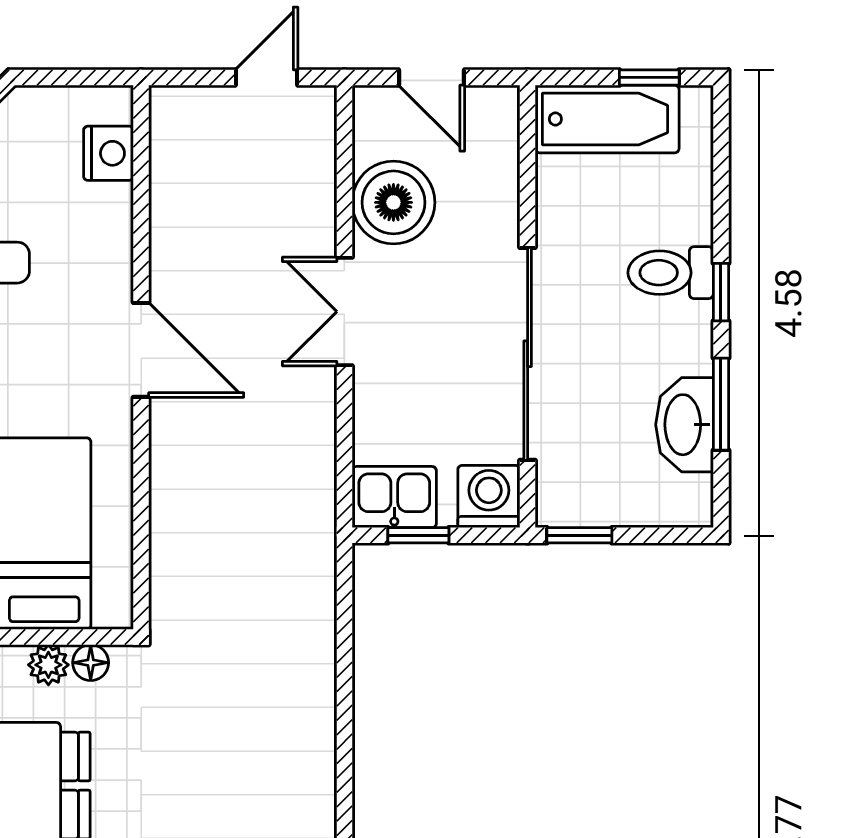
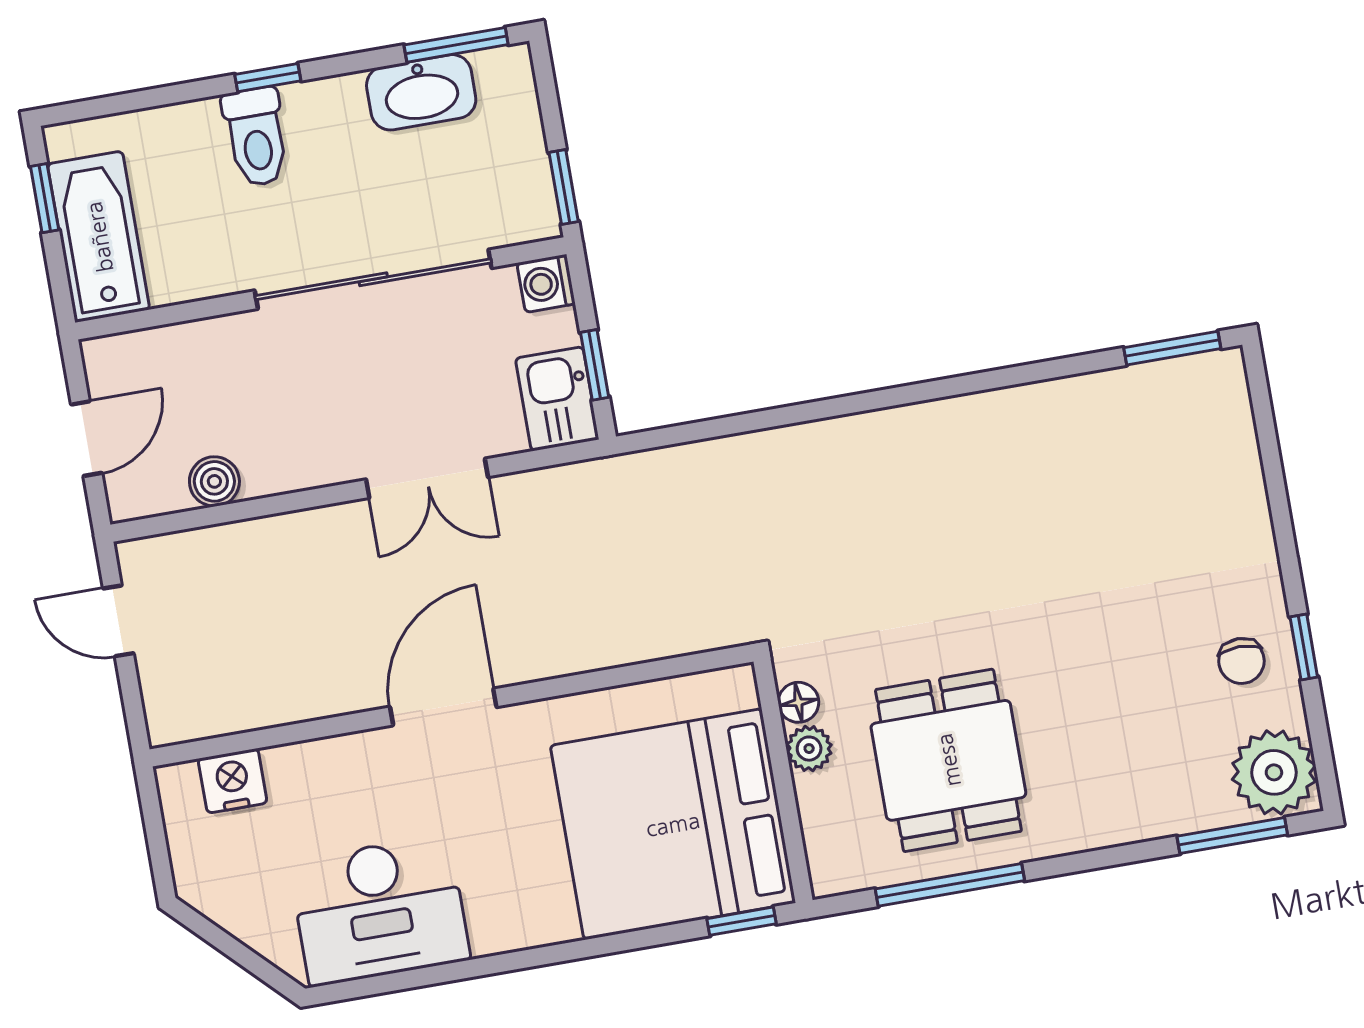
boiler: (393, 202) -> (214, 481), width x0.54, depth x0.54
double door: (344, 312) -> (427, 478), moved
window: (721, 404) -> (456, 45), moved
washing machine: (489, 497) -> (546, 283), width x0.73, depth x0.73

